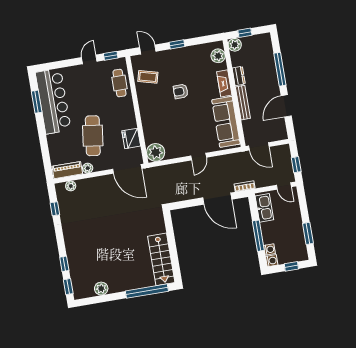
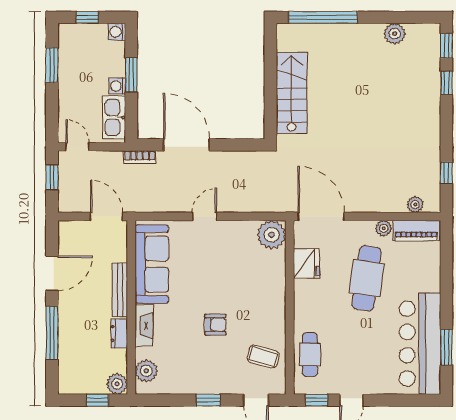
window: (258, 236) -> (131, 75), width x0.69
washing machine: (270, 249) -> (117, 86), moved
stairs: (161, 259) -> (292, 93), moved

